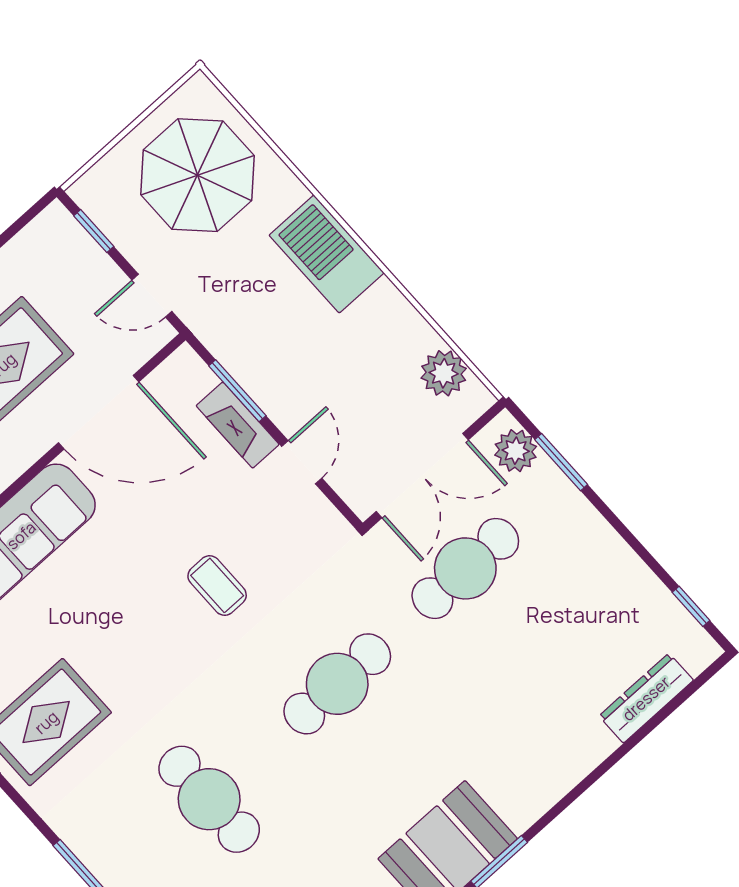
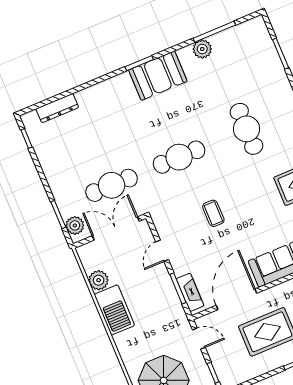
barbecue: (327, 254) -> (114, 310), moved
plant: (444, 373) -> (99, 280), moved
door: (99, 412) -> (236, 299), hinge flipped
fireplace: (238, 425) -> (190, 292), moved

